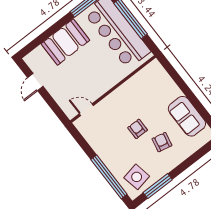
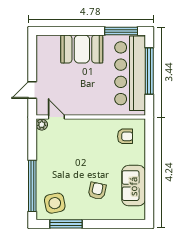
door: (35, 82) -> (32, 90), moved
plant: (80, 124) -> (42, 125), added
armchair: (138, 129) -> (125, 136), moved, turned 90

